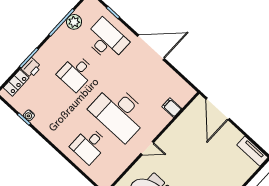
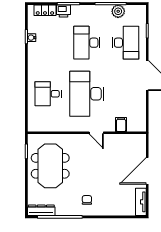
desk: (76, 73) -> (87, 43), width x1.37
door: (218, 109) -> (147, 171), moved
door: (147, 148) -> (96, 133), moved

